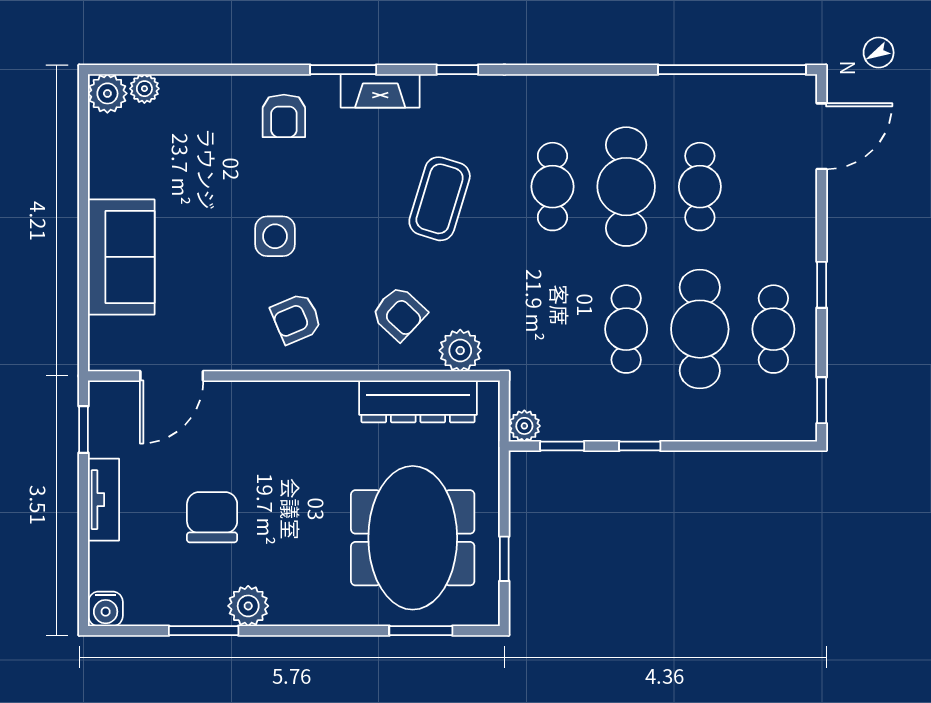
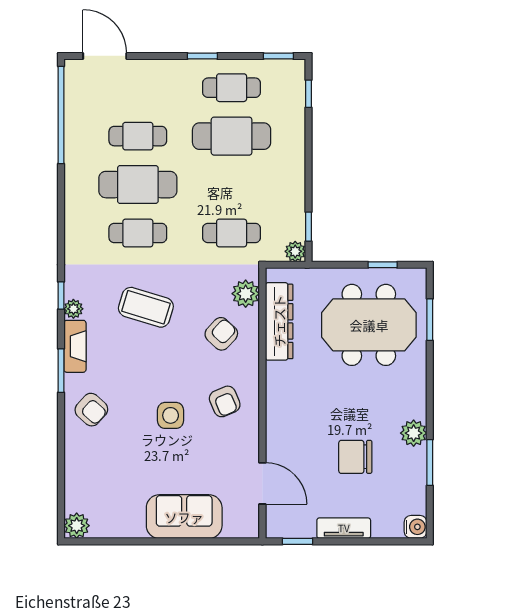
plant: (144, 89) -> (73, 309), moved
armchair: (284, 116) -> (91, 410), turned 42
cafe table: (626, 329) -> (232, 233), moved
window: (640, 446) -> (308, 94), moved

